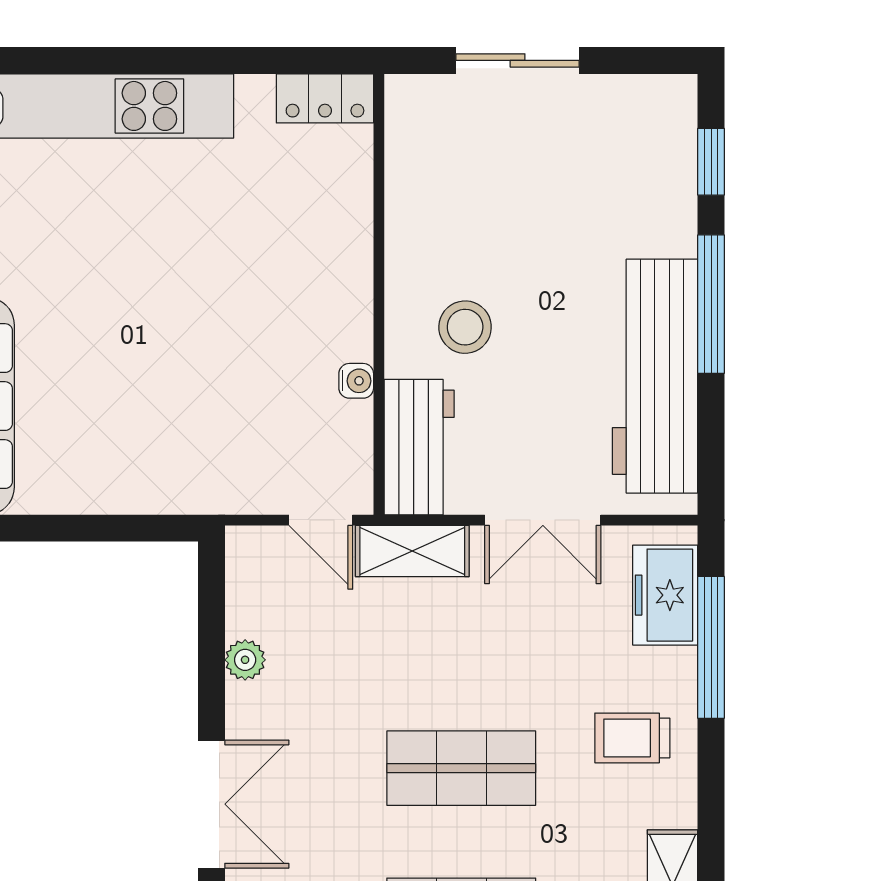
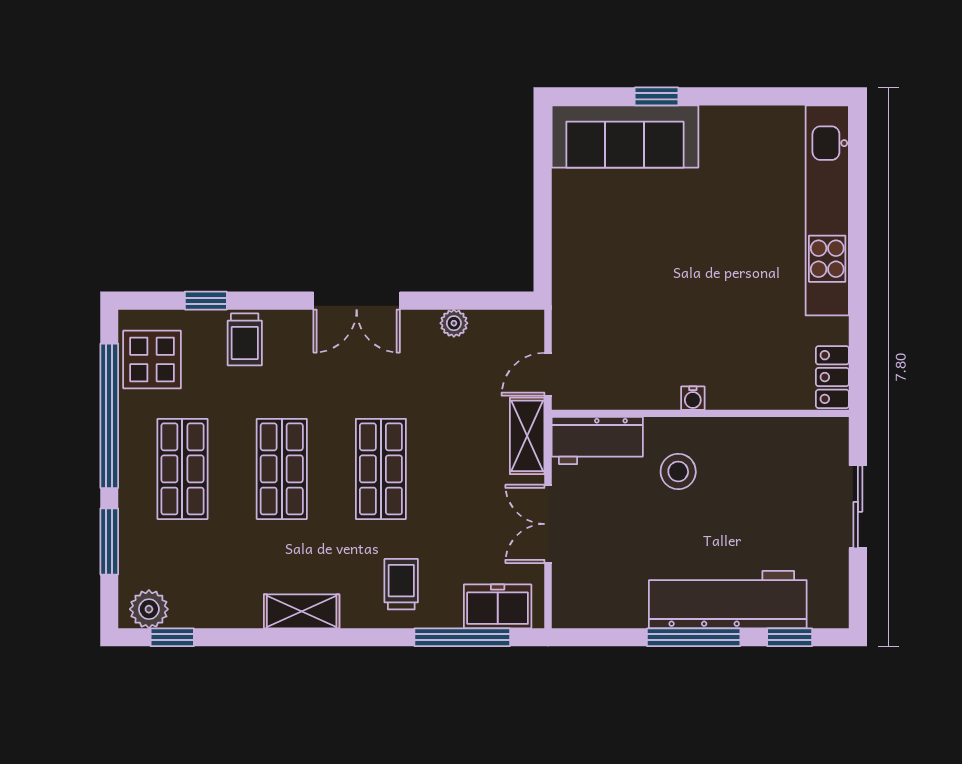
workbench: (655, 376) -> (728, 600), moved
water cooler: (356, 381) -> (693, 398), moved

